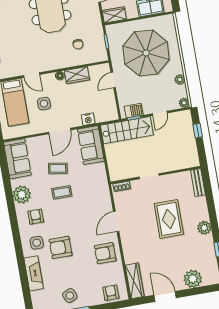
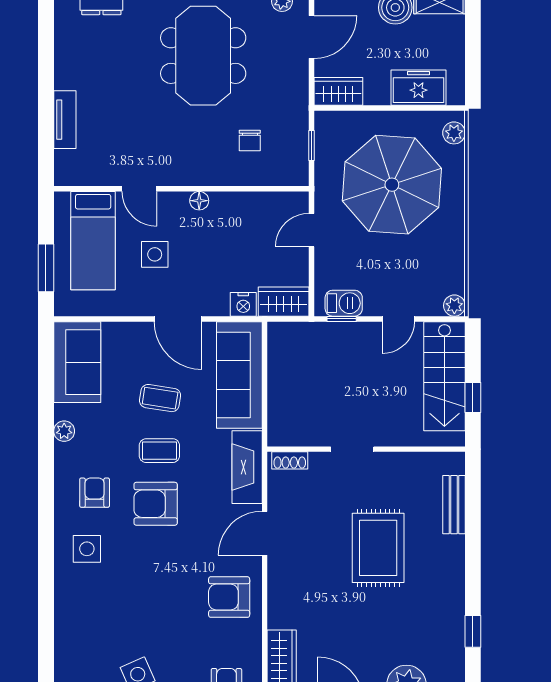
wardrobe: (77, 75) -> (284, 302), moved, turned 180
plant: (180, 80) -> (454, 133), moved
stairs: (127, 130) -> (444, 376), moved, turned 90
door: (60, 131) -> (178, 319), hinge flipped
window: (198, 131) -> (473, 397), moved
sofa: (91, 145) -> (239, 375), width x1.36
bench: (198, 183) -> (454, 505), moved
plant: (22, 194) -> (64, 431), width x0.53, depth x0.53
plant: (204, 228) -> (450, 580), removed
armchair: (61, 247) -> (156, 504), moved
fireplace: (34, 273) -> (247, 467), moved, turned 180

